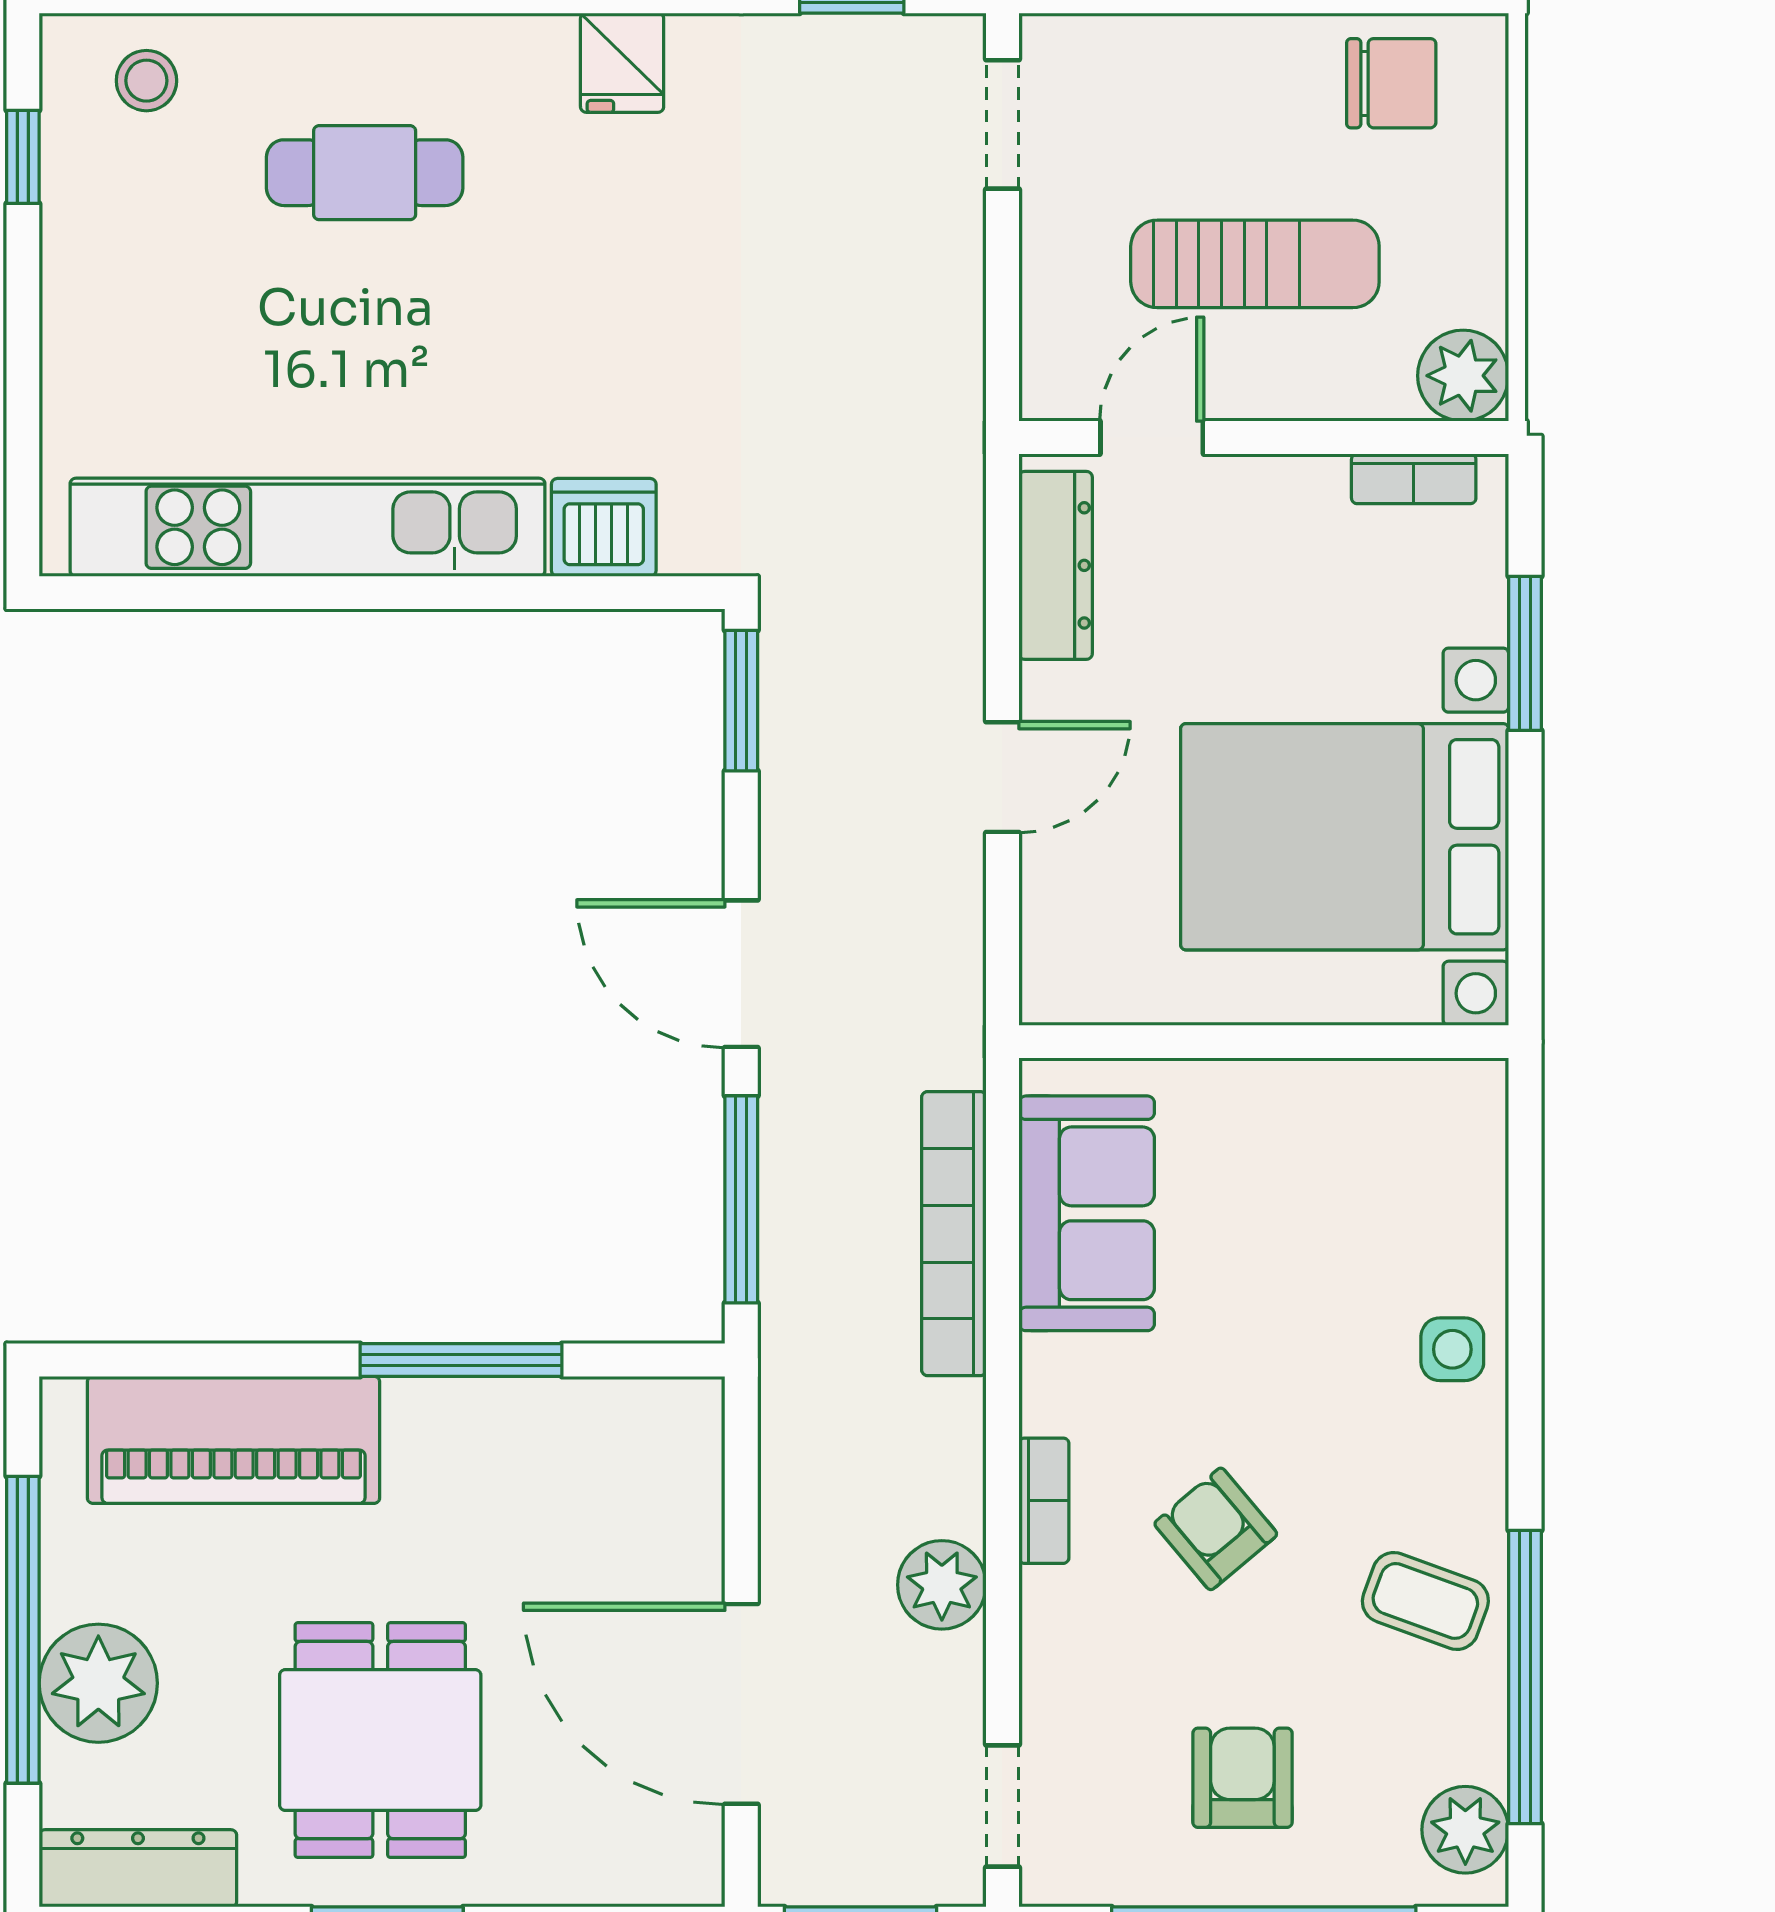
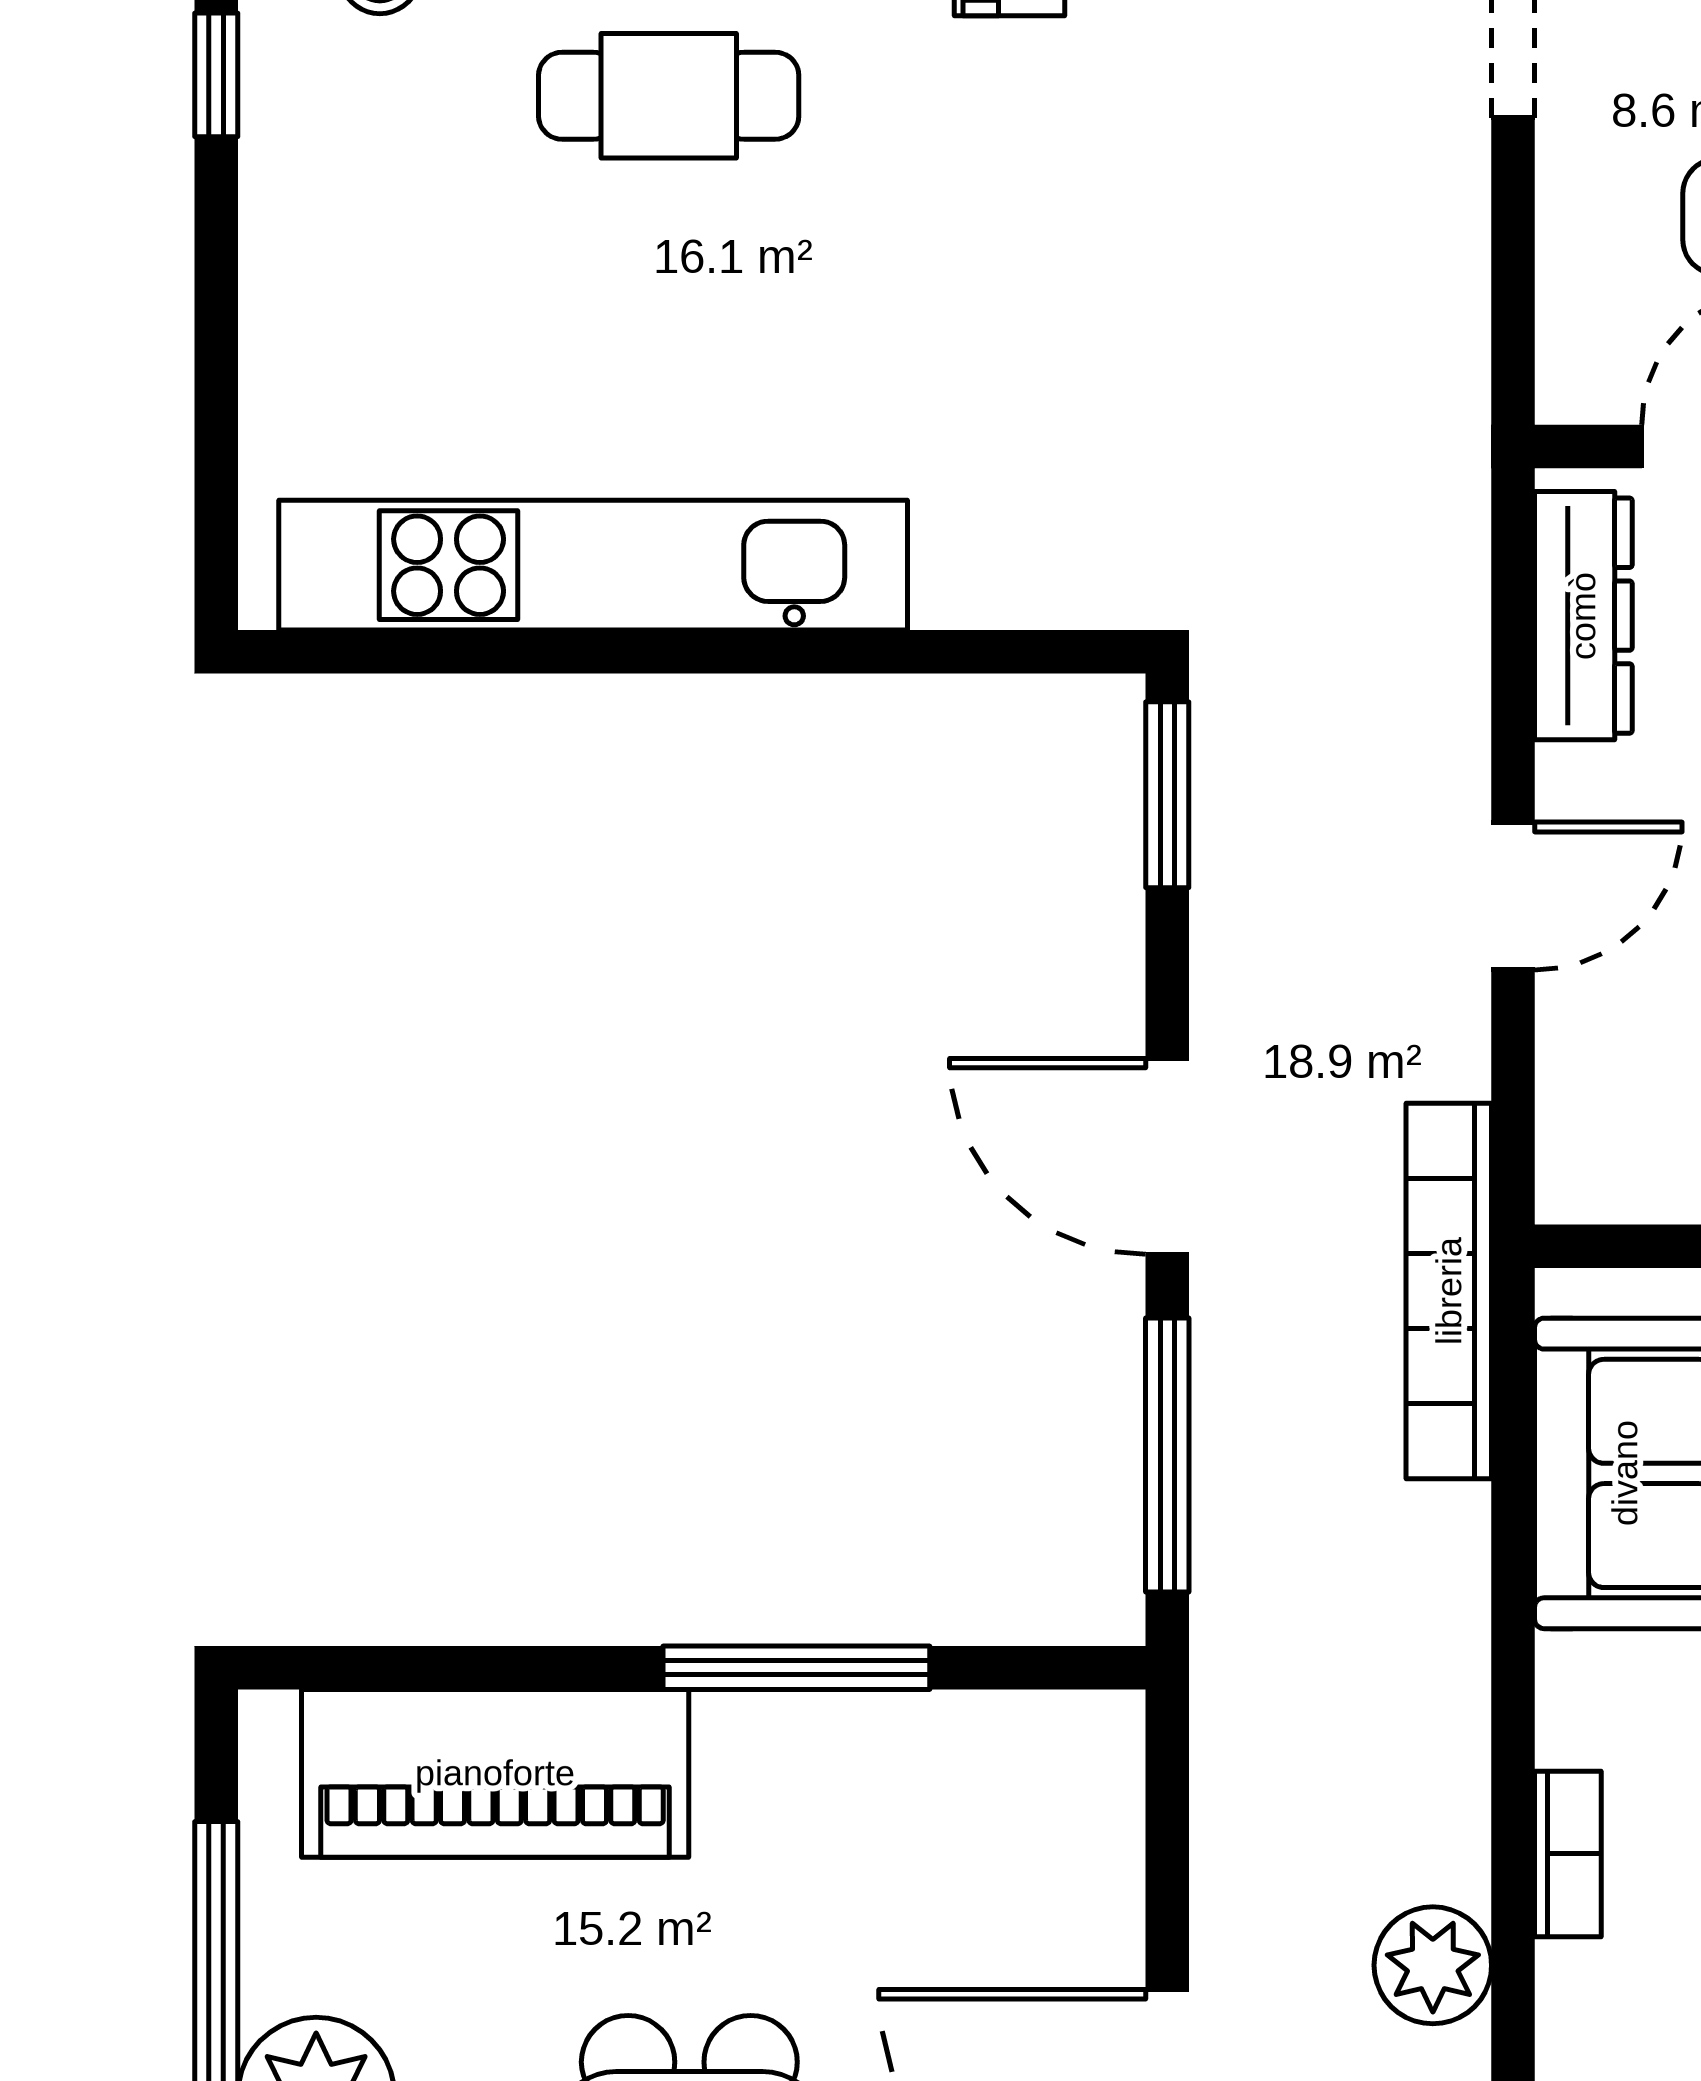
dishwasher: (604, 527) -> (985, 565), removed
bookcase: (954, 1234) -> (1449, 1291), moved

